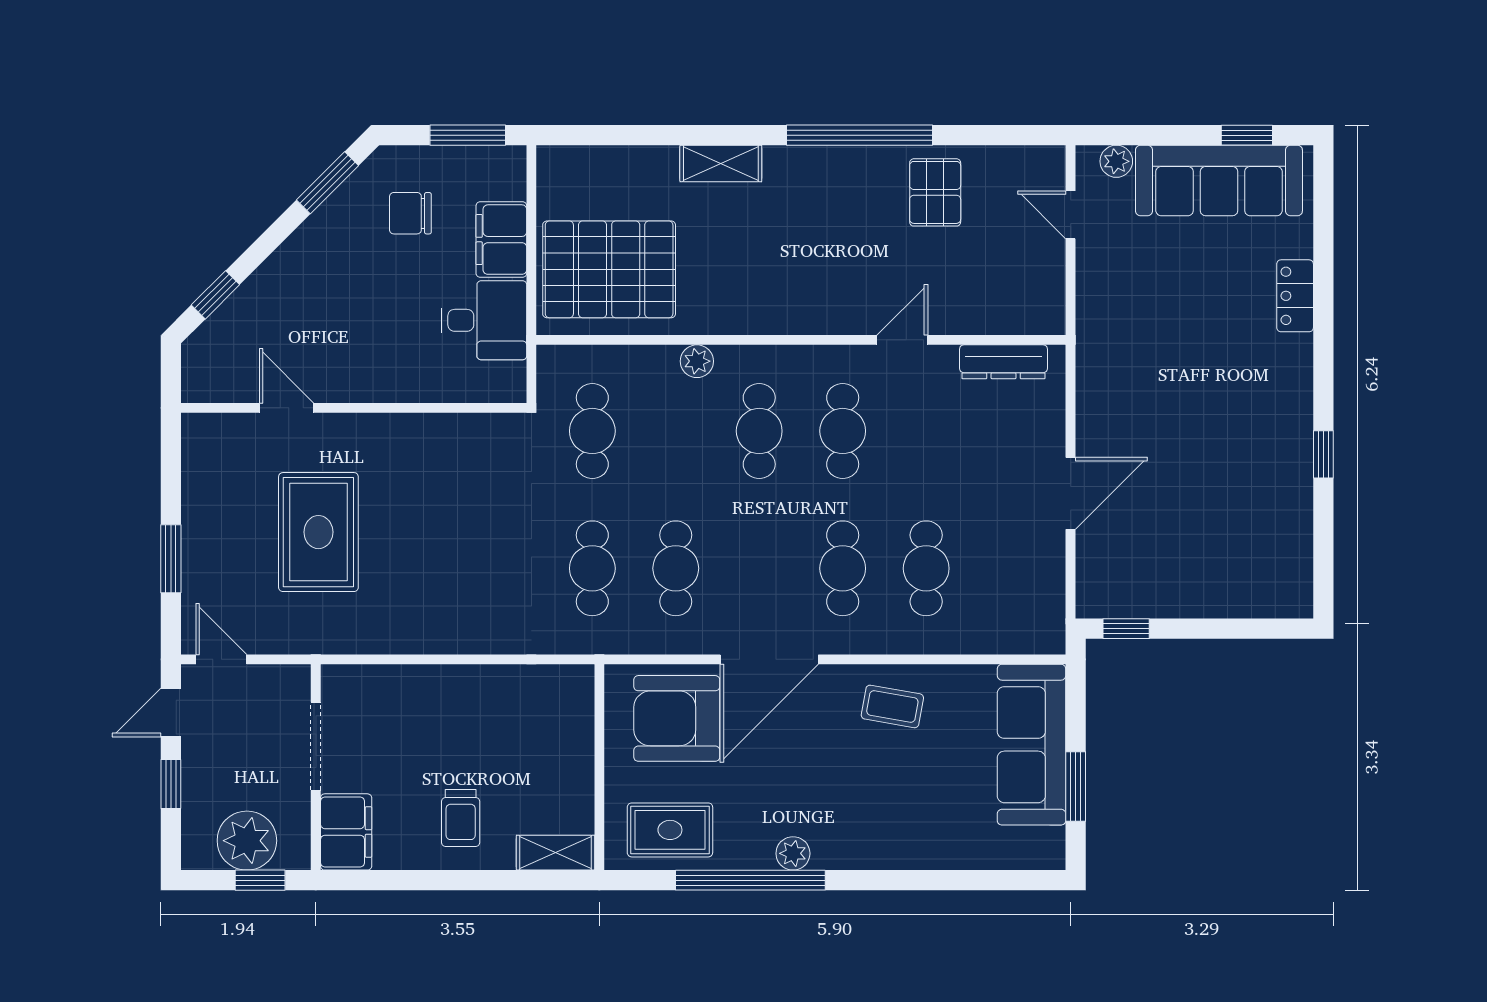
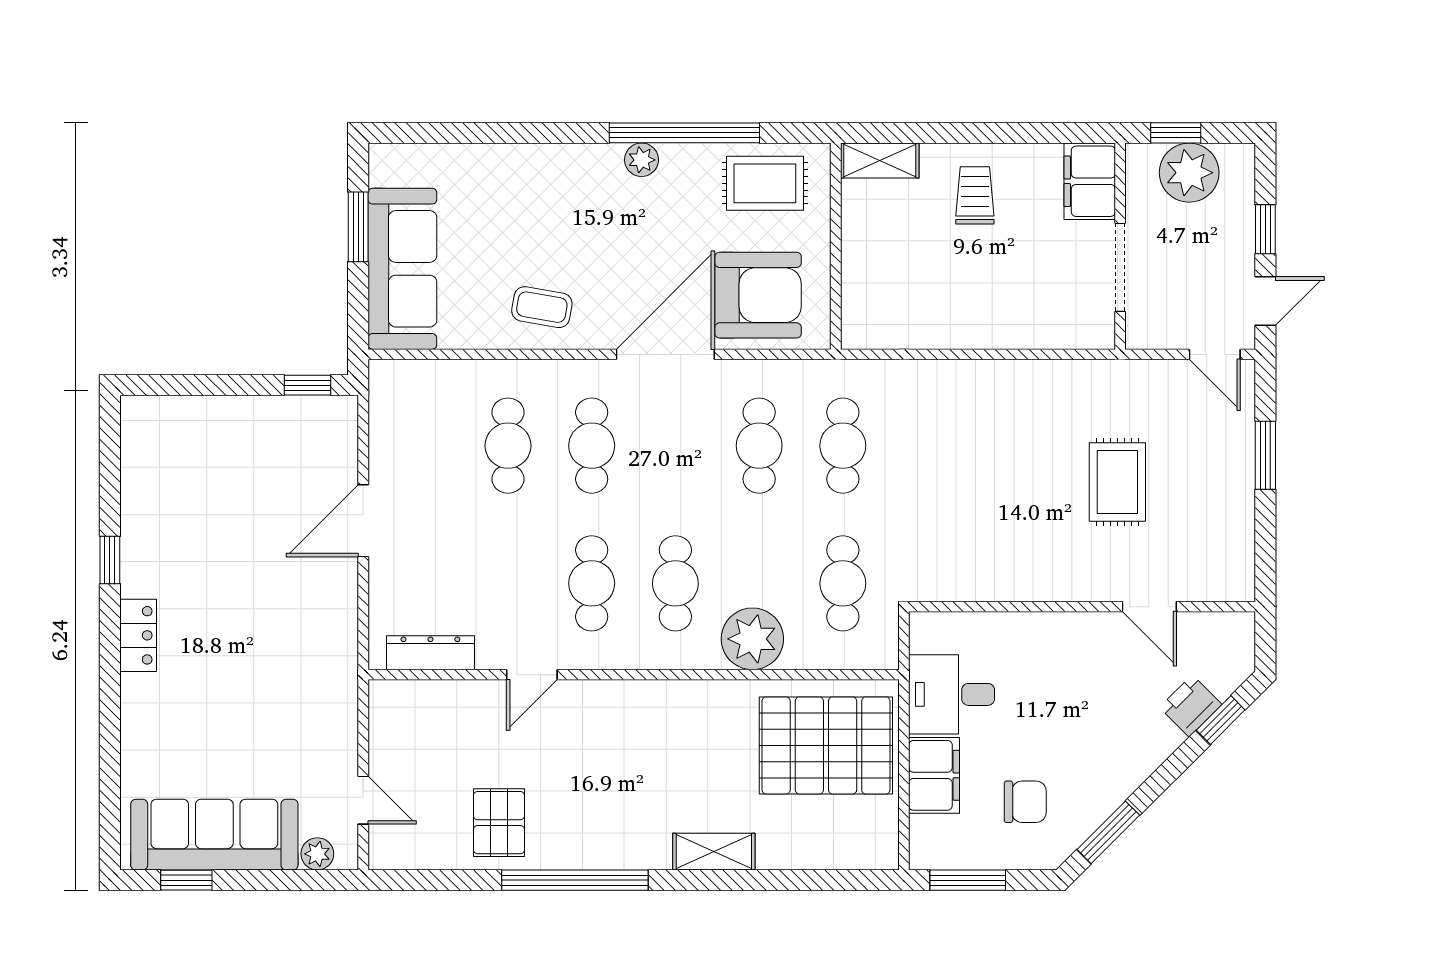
locker: (1295, 296) -> (138, 635), moved
printer: (245, 309) -> (1191, 706), added
plant: (697, 361) -> (752, 639), width x1.88, depth x1.88
rug: (318, 532) -> (1117, 482), width x0.73, depth x0.70

